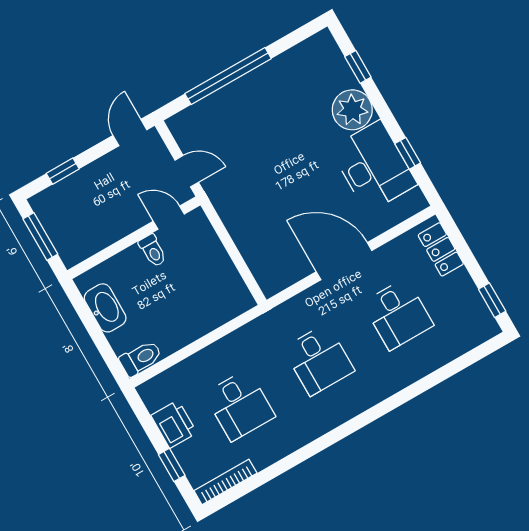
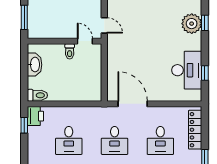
plant: (352, 110) -> (192, 24), moved
locker: (441, 249) -> (195, 130), width x1.53
door: (344, 261) -> (133, 104), moved
printer: (174, 424) -> (35, 116), moved
window: (172, 465) -> (24, 125), moved

